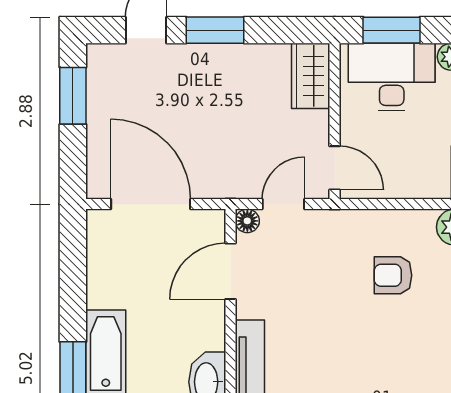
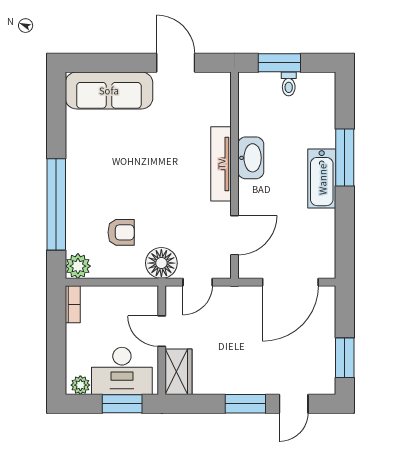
door: (335, 168) -> (162, 331), moved
door: (151, 204) -> (290, 282), hinge flipped
floor lamp: (247, 221) -> (161, 263), moved, width x1.89, depth x1.89

